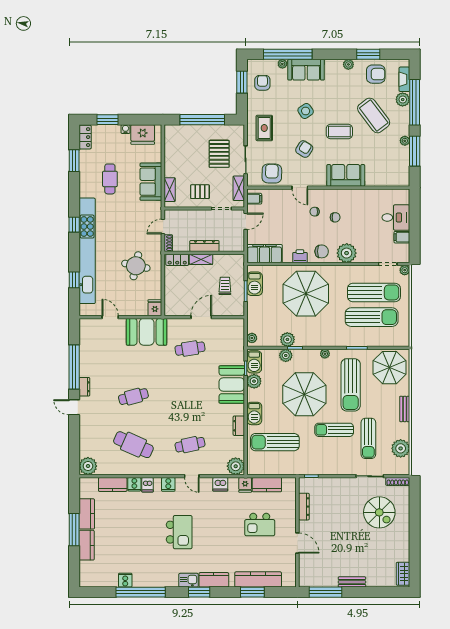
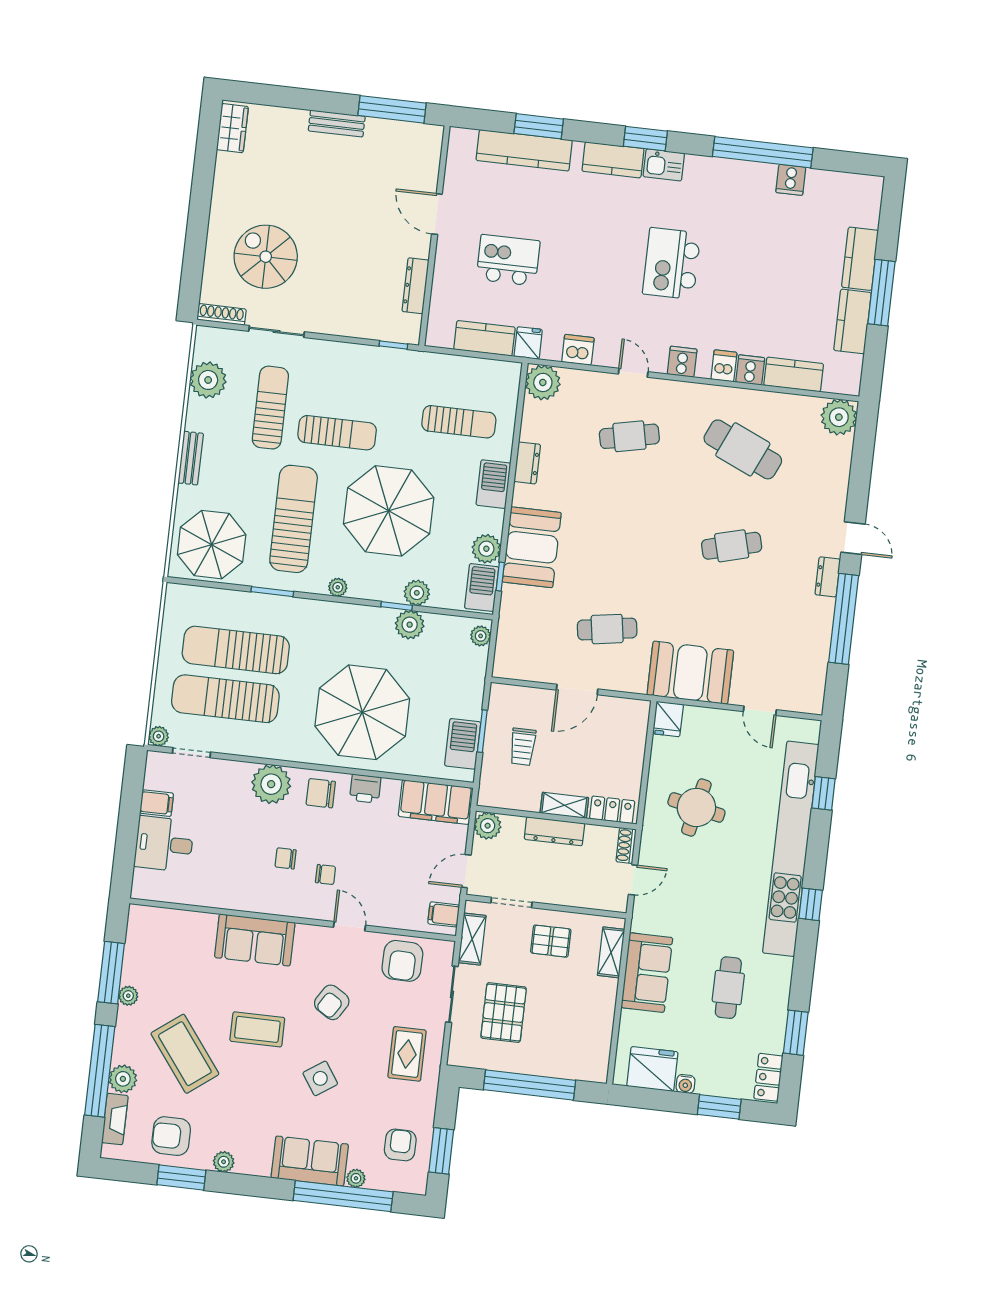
armchair: (262, 83) -> (400, 1145), turned 180
plant: (238, 245) -> (488, 826), added
sun lounger: (275, 442) -> (459, 422), width x0.73, depth x0.75

